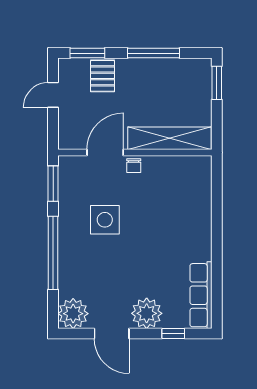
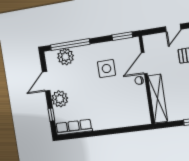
door: (53, 95) -> (173, 28), swing flipped
door: (105, 152) -> (144, 63), swing flipped
window: (53, 253) -> (70, 45), moved
plant: (73, 314) -> (66, 57), moved

